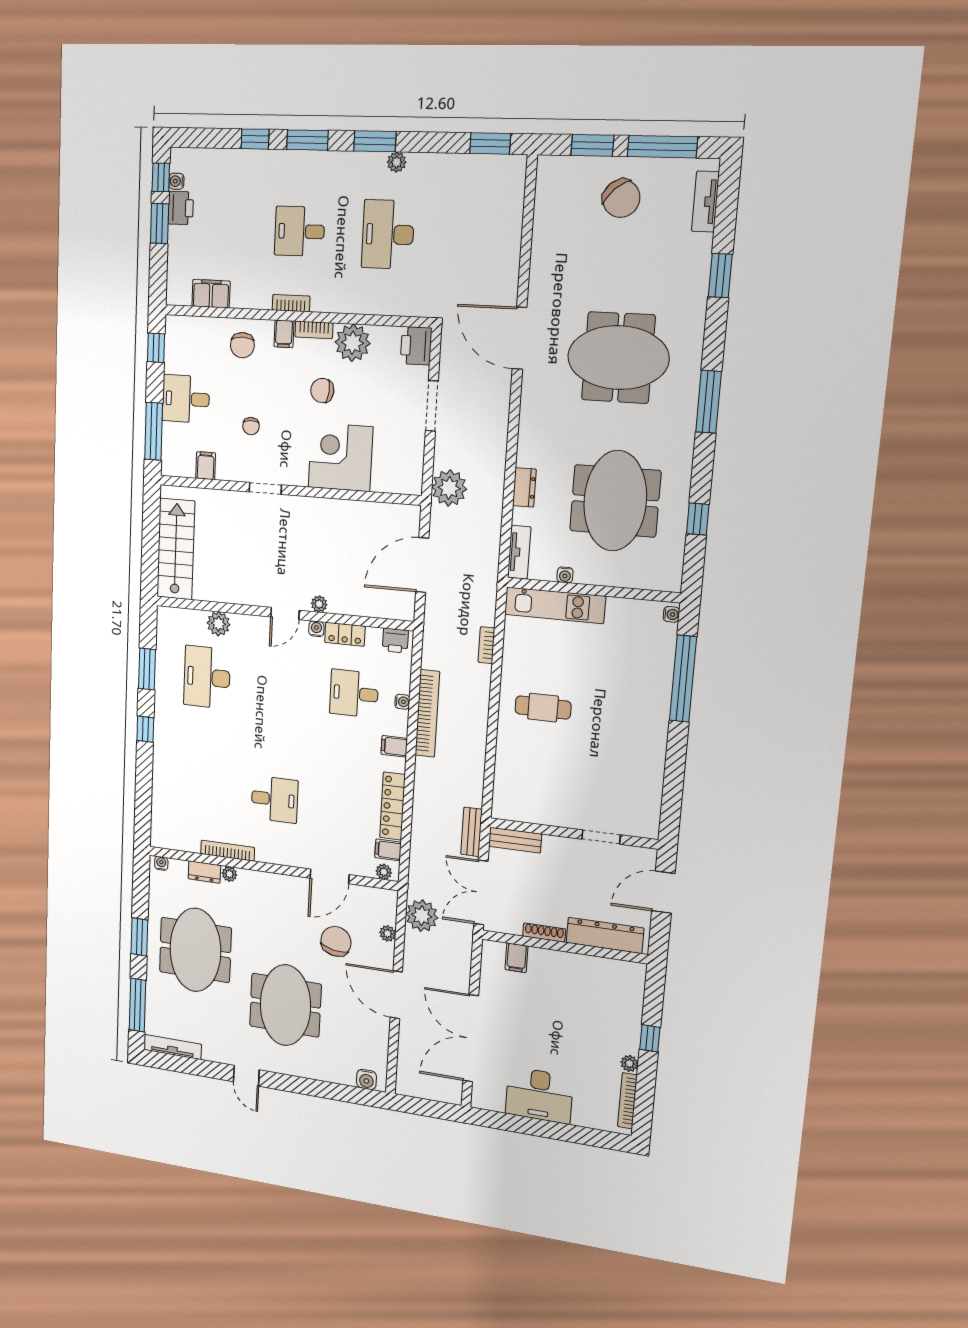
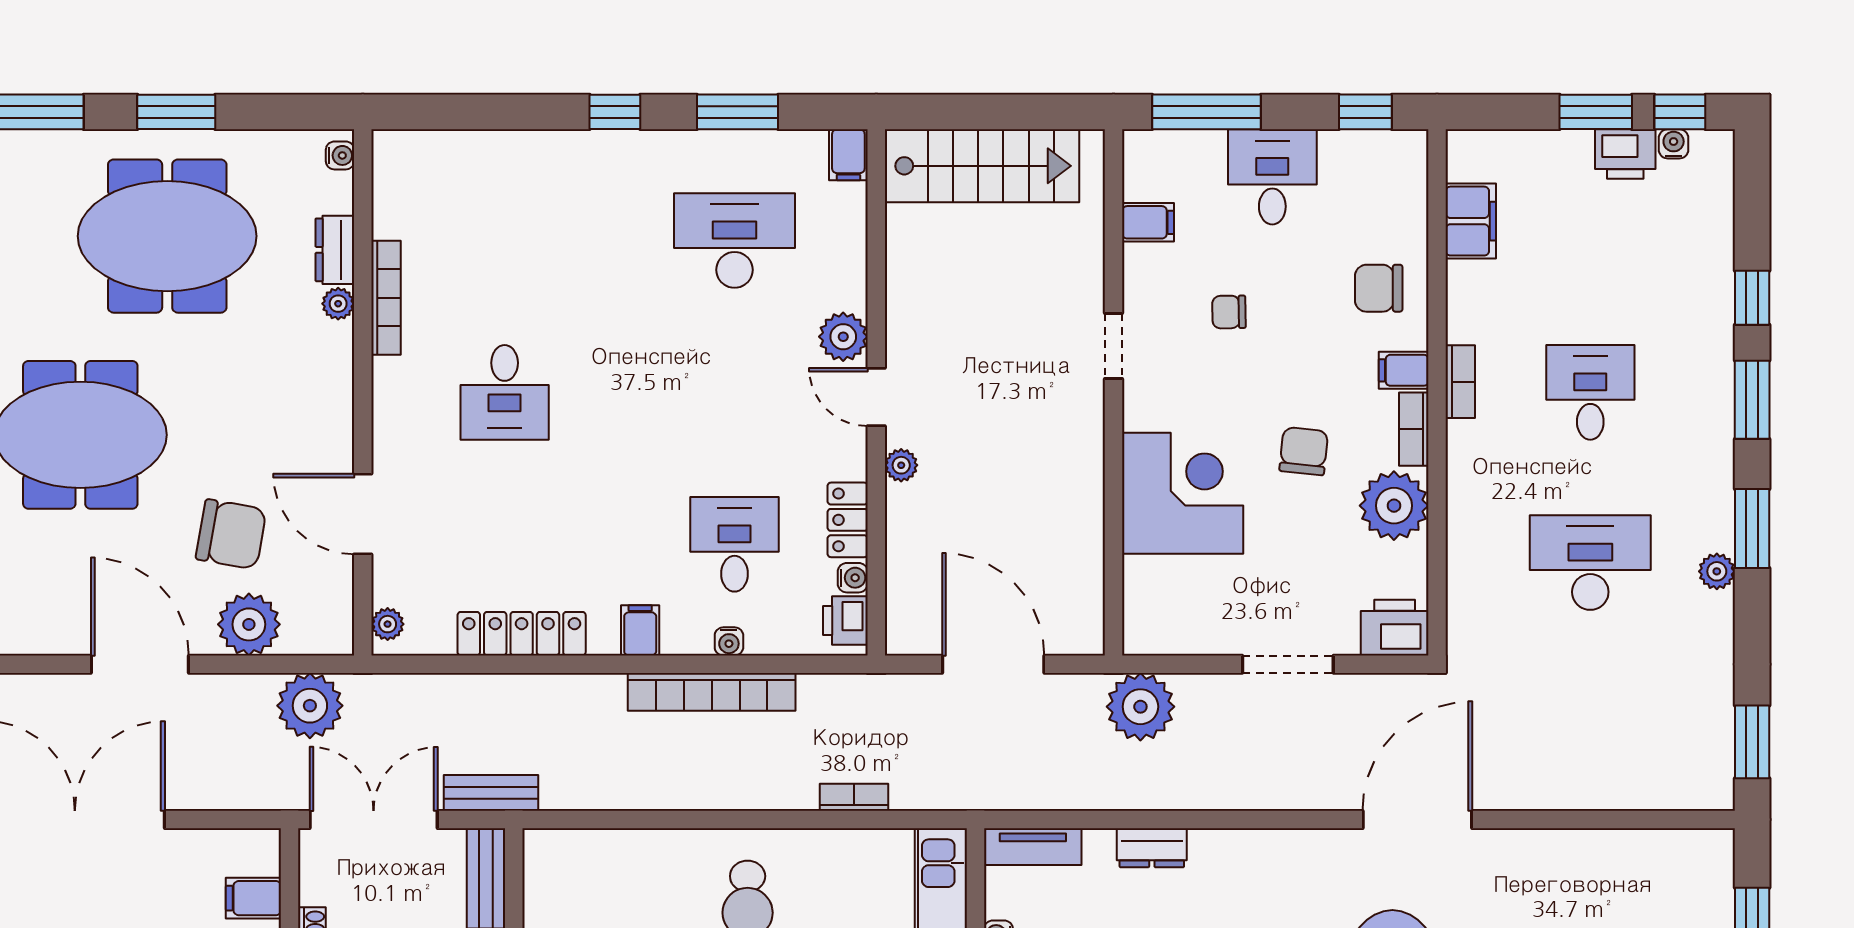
plant: (219, 624) -> (843, 337), moved
water cooler: (316, 629) -> (853, 578), moved
filing cabinet: (388, 850) -> (848, 155), moved, turned 180
plant: (388, 933) -> (249, 624), width x1.88, depth x1.88
door: (396, 995) -> (140, 664), hinge flipped

